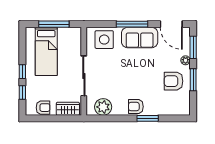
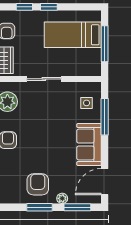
window: (132, 24) -> (105, 117), moved
side table: (104, 40) -> (87, 103), width x0.54, depth x0.54
sliding door: (84, 76) -> (44, 79), width x0.73

